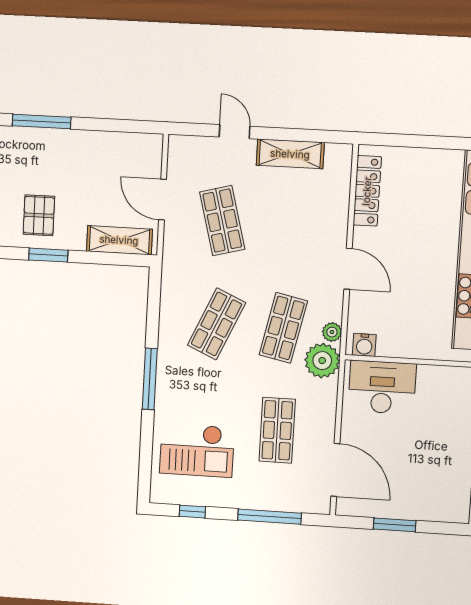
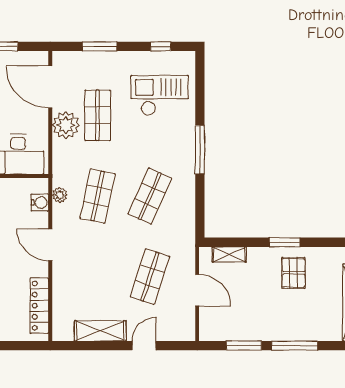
window: (106, 125) -> (244, 346), added
door: (235, 132) -> (144, 346), swing flipped
shop shelf: (222, 221) -> (150, 277), turned 33
shelving: (119, 240) -> (229, 254), width x0.67, depth x0.75
water cooler: (364, 345) -> (40, 202), moved, turned 90
plant: (322, 361) -> (66, 125), moved
window: (270, 517) -> (100, 46), width x0.69

